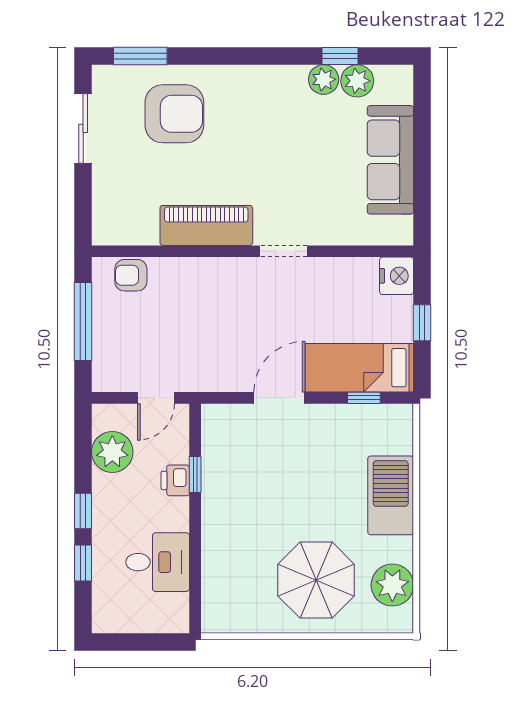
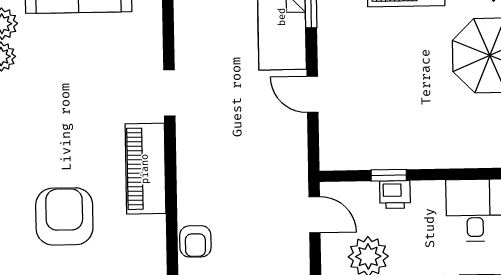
armchair: (174, 114) -> (64, 216), moved
door: (279, 398) -> (312, 94), width x0.73

